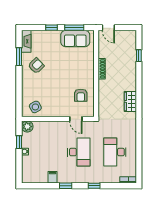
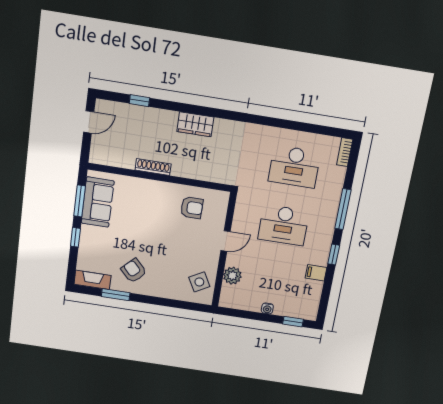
door: (108, 28) -> (89, 122), moved
wardrobe: (130, 101) -> (195, 124), moved
door: (76, 119) -> (226, 241), moved
plant: (27, 127) -> (232, 276), moved
window: (19, 142) -> (293, 322), moved
desk: (79, 152) -> (283, 225), turned 180
window: (94, 186) -> (343, 209), width x2.17

